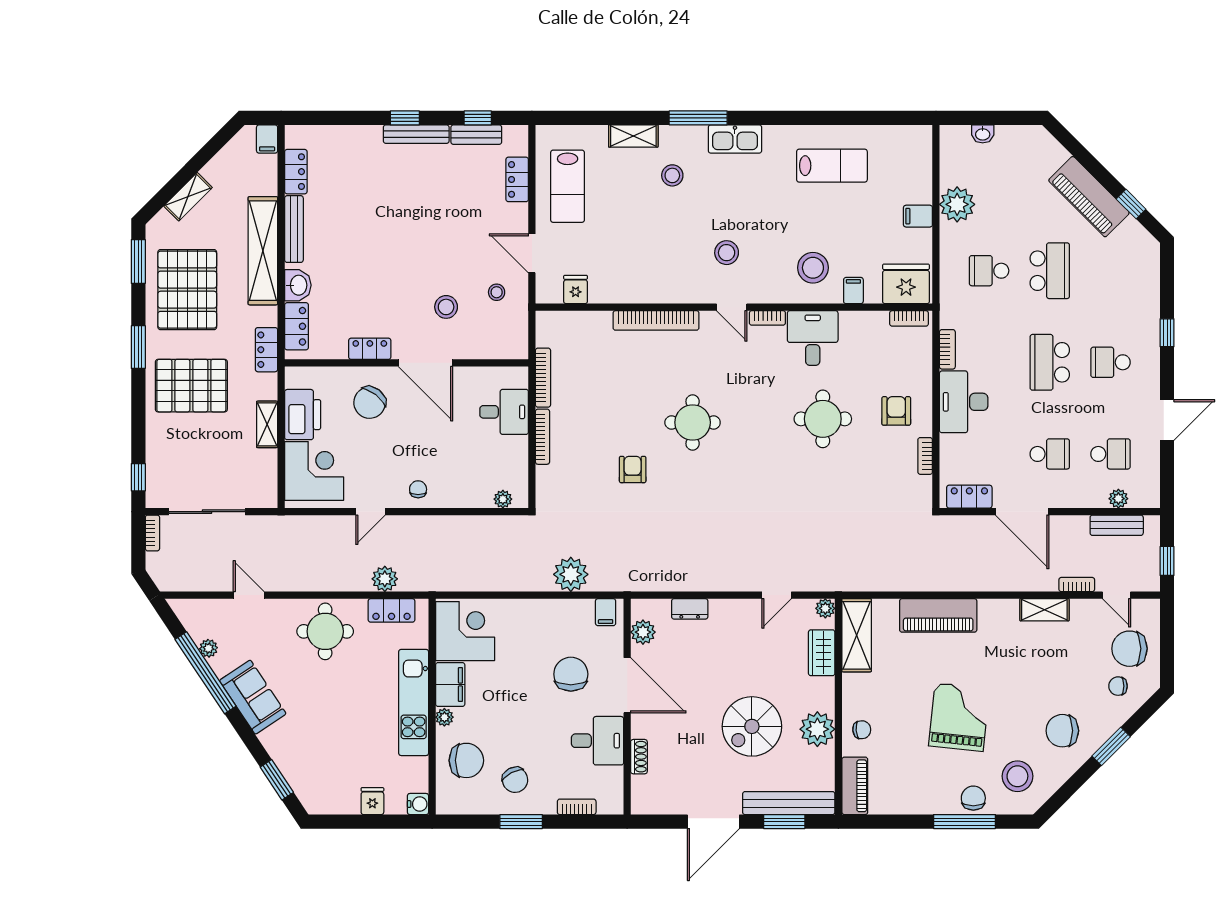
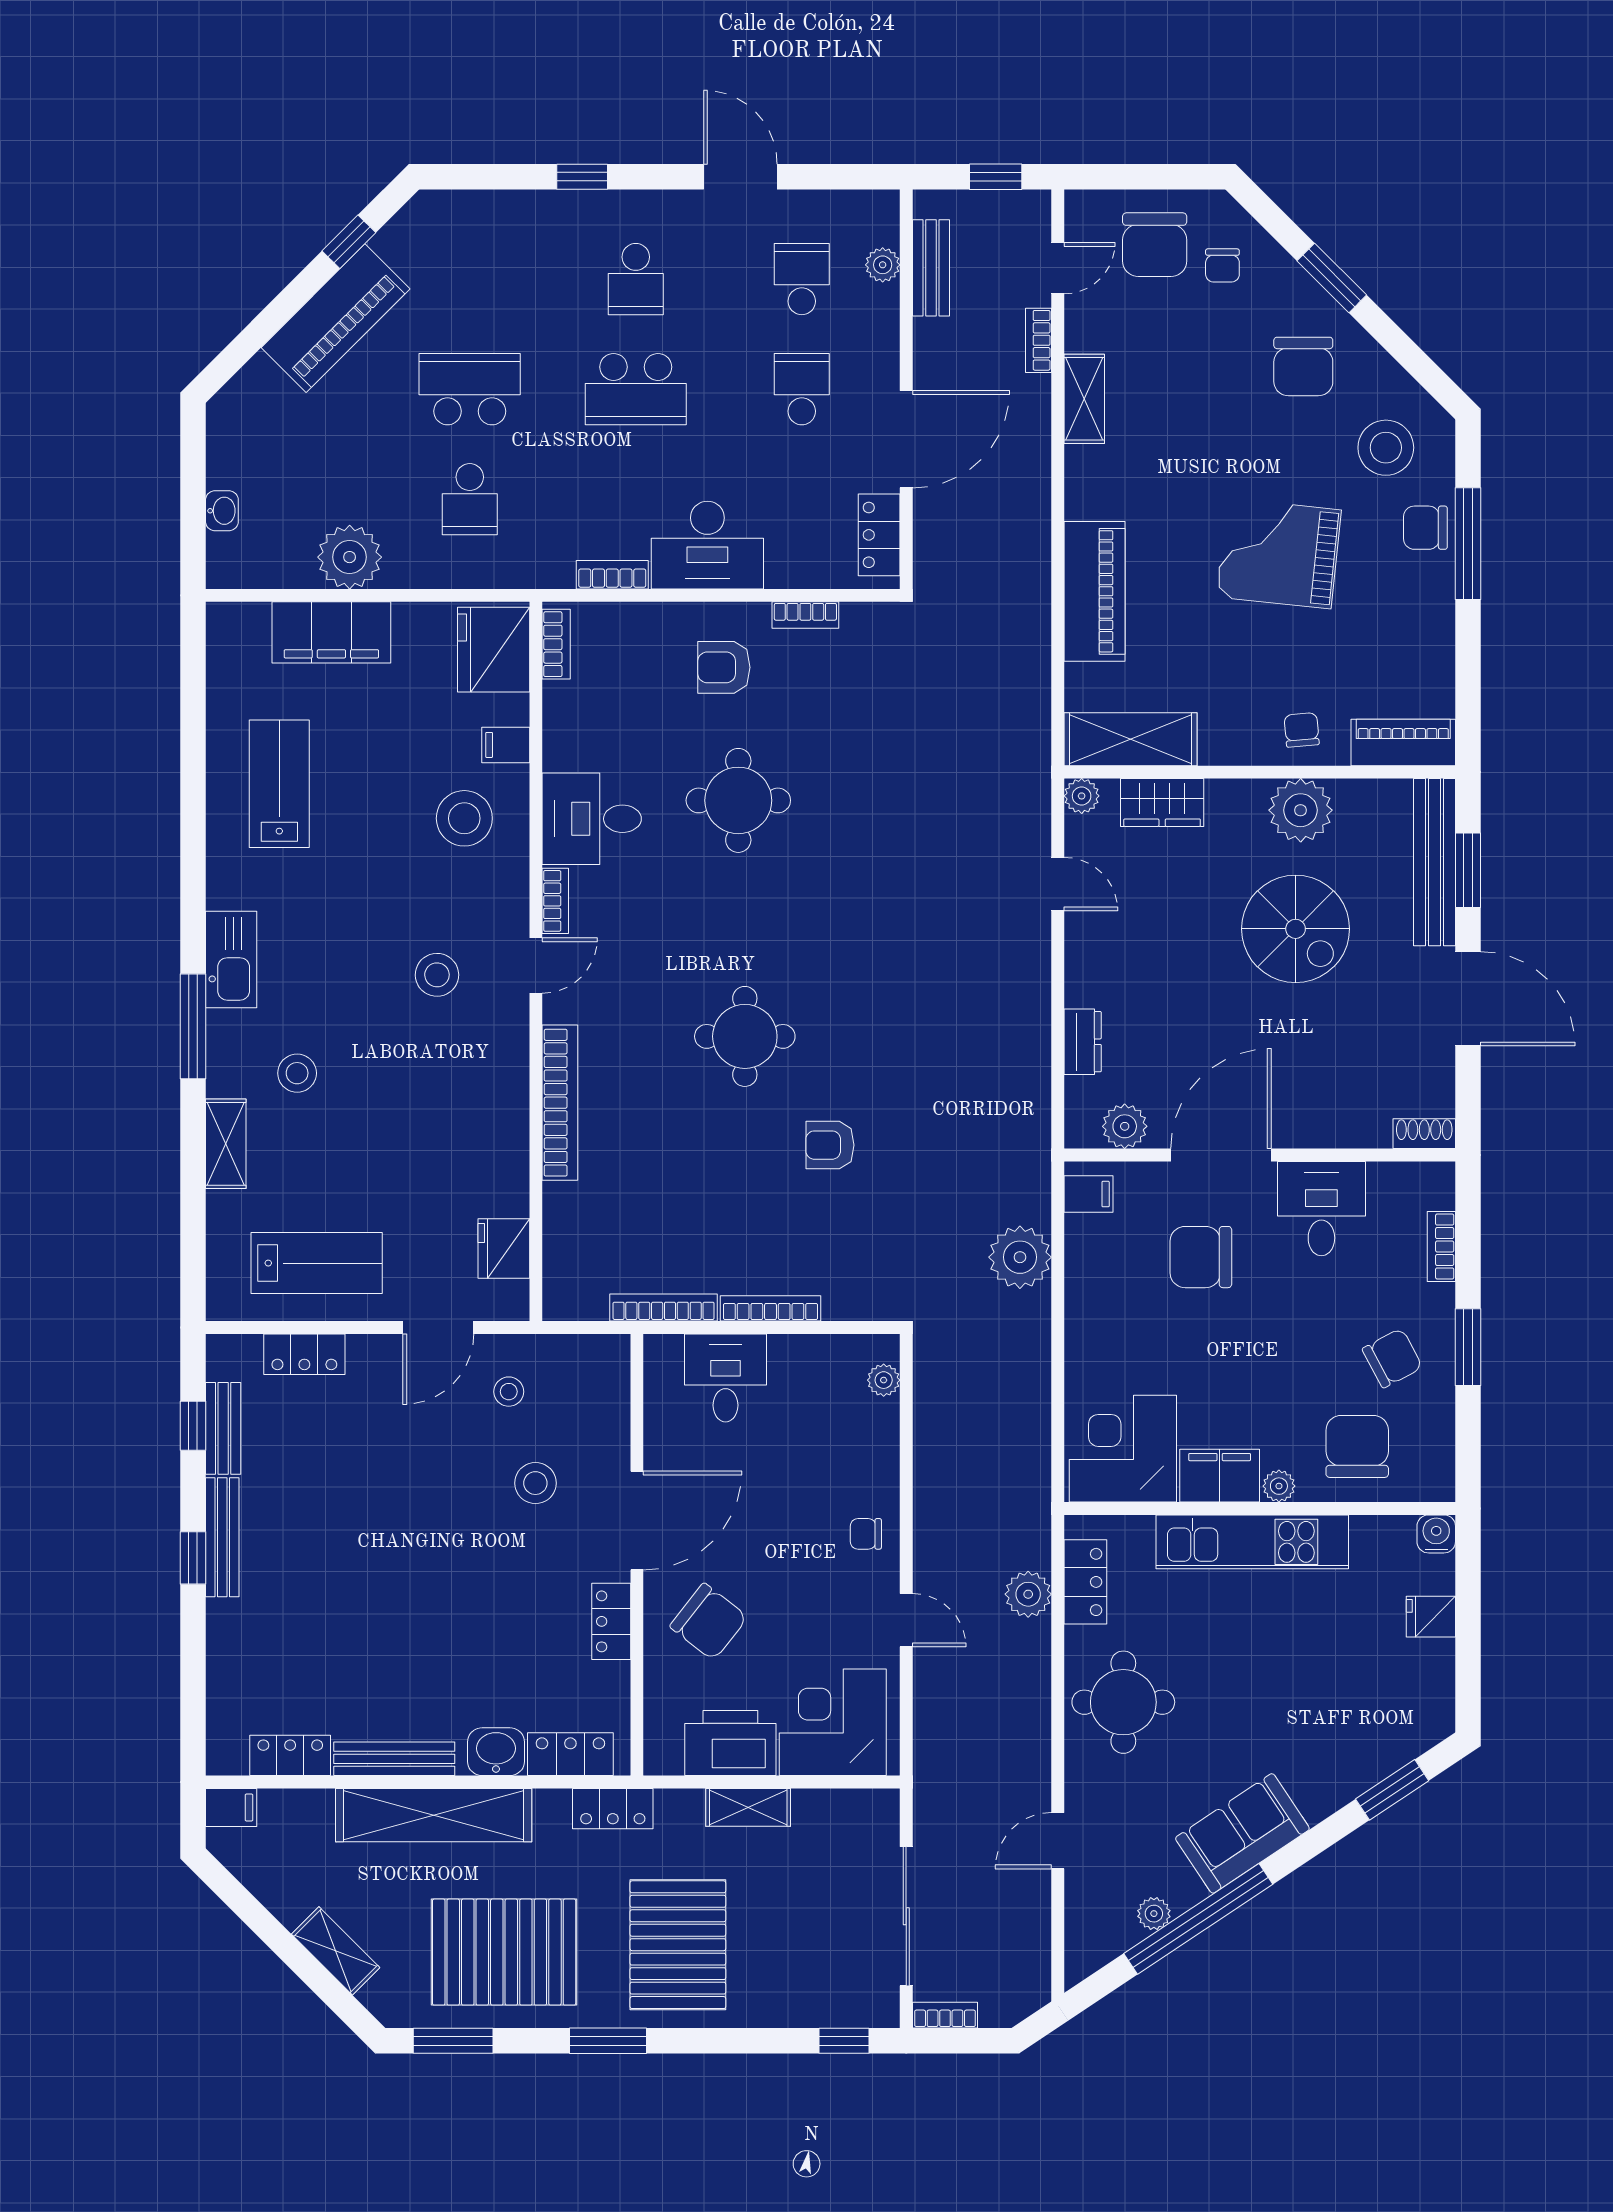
filing cabinet: (918, 216) -> (331, 632), width x3.00, depth x1.17
fridge: (576, 290) -> (504, 1248), width x1.38
shoe rack: (639, 757) -> (1424, 1134), moved

